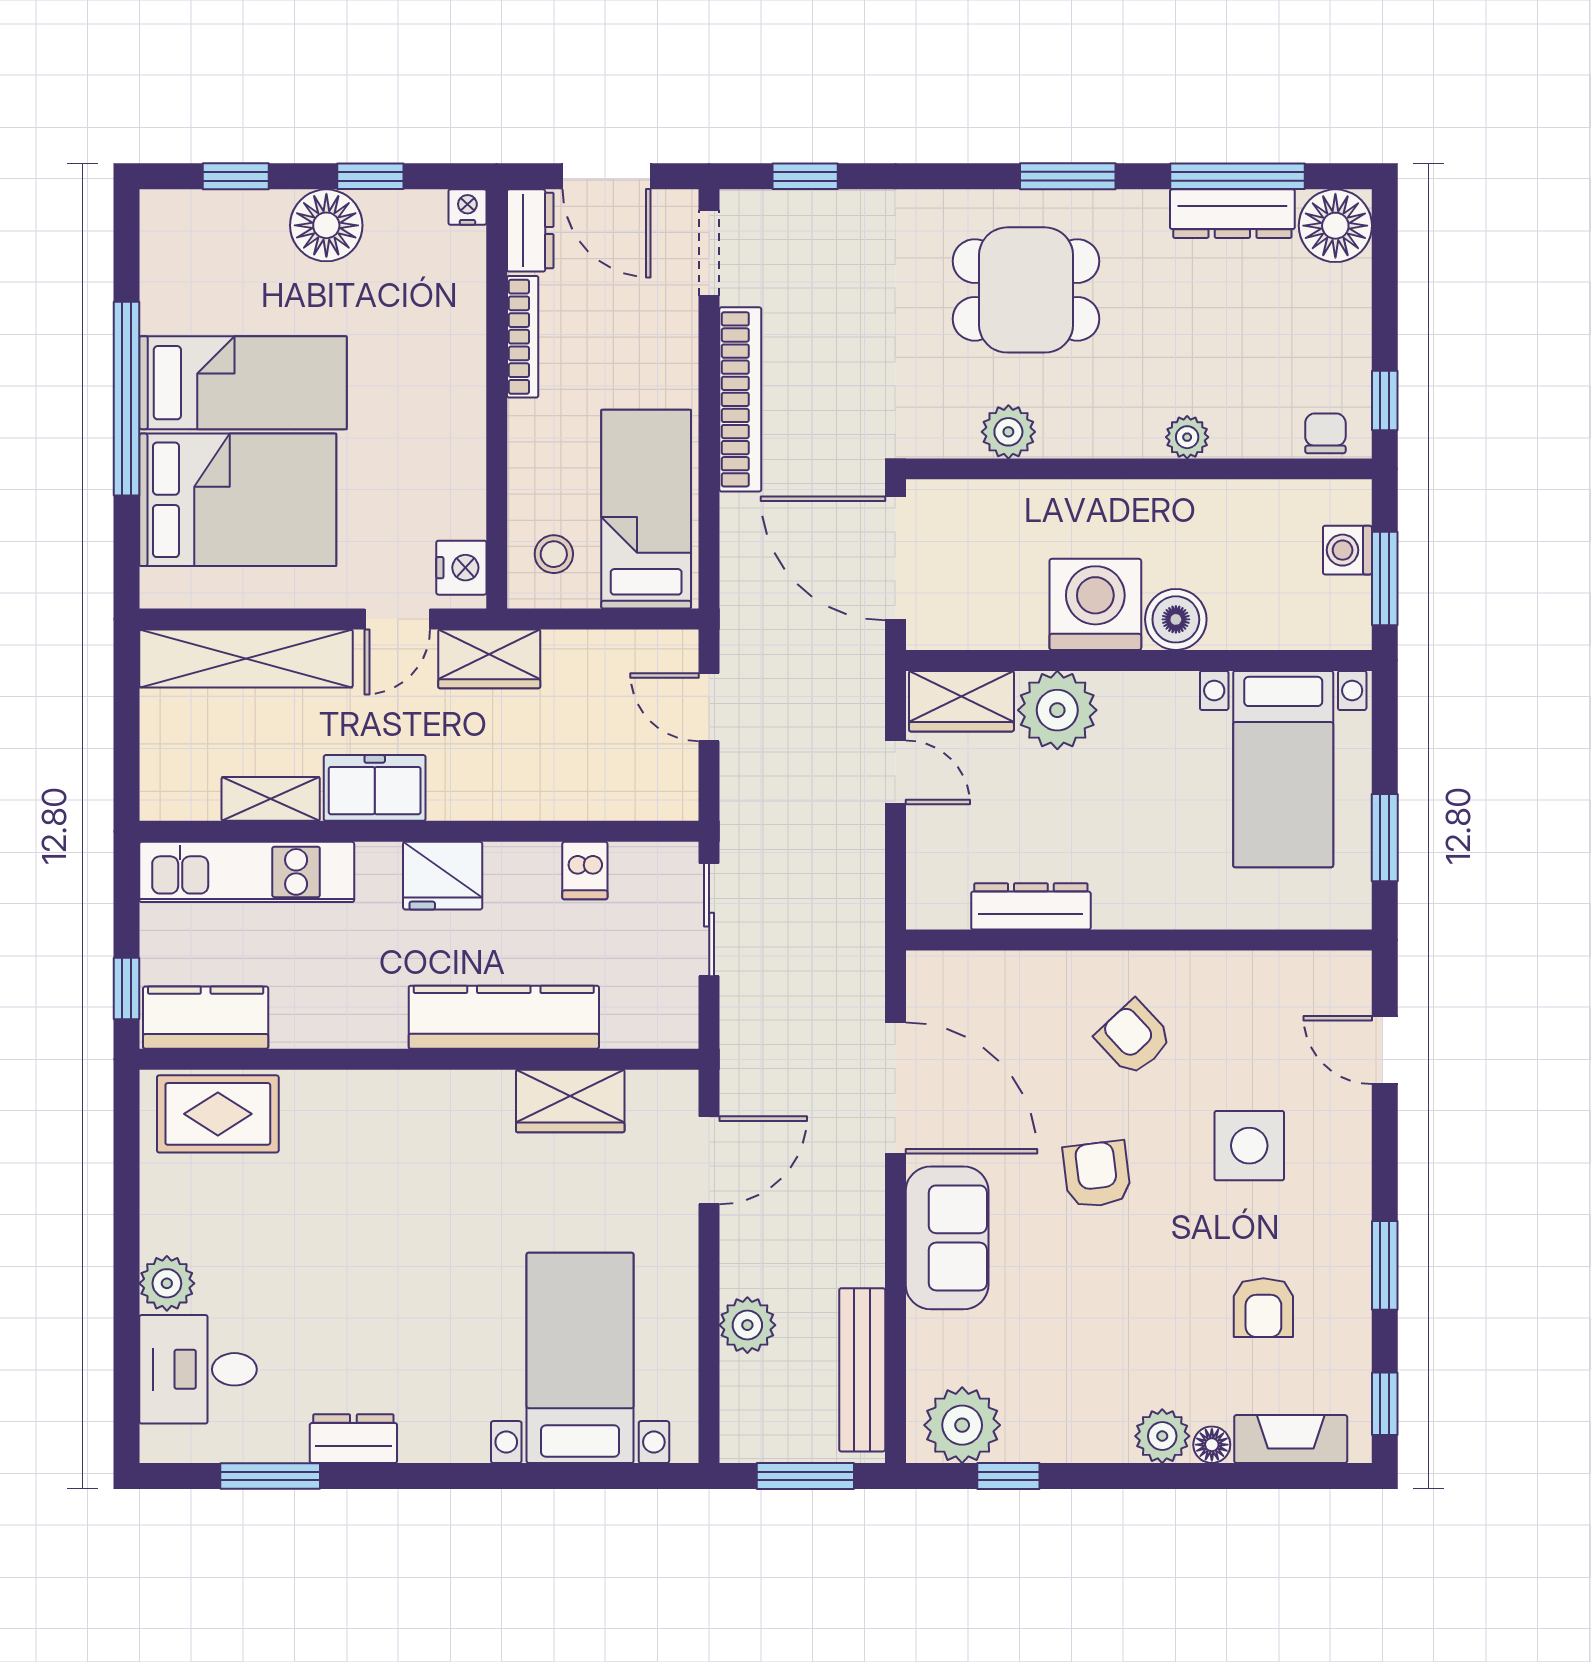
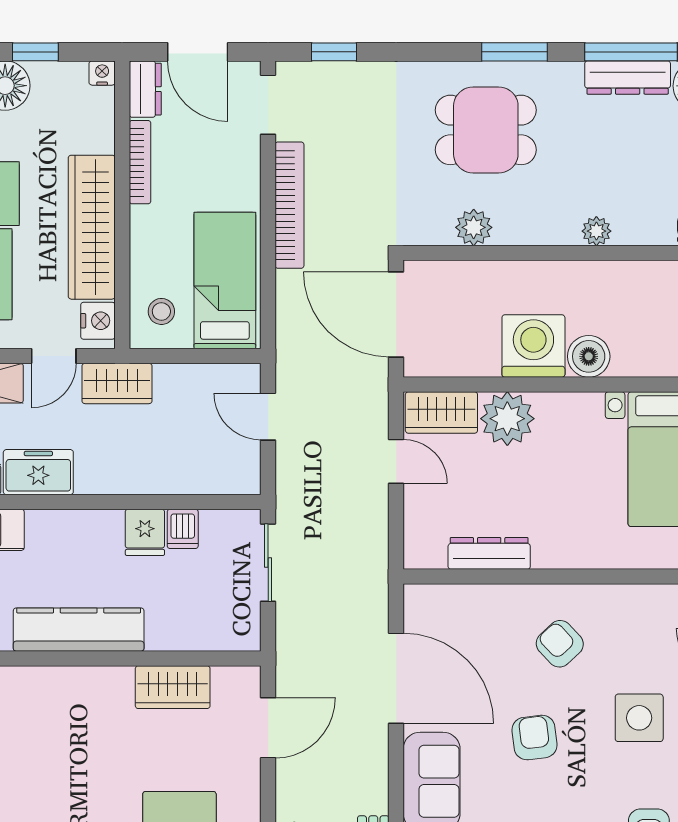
wardrobe: (452, 431) -> (92, 227), added
fridge: (443, 876) -> (145, 532), moved, width x0.72
kitchen counter: (504, 1017) -> (79, 630), moved

